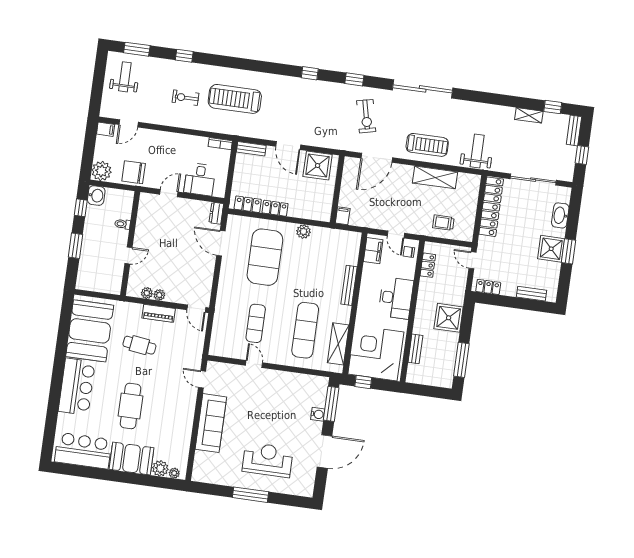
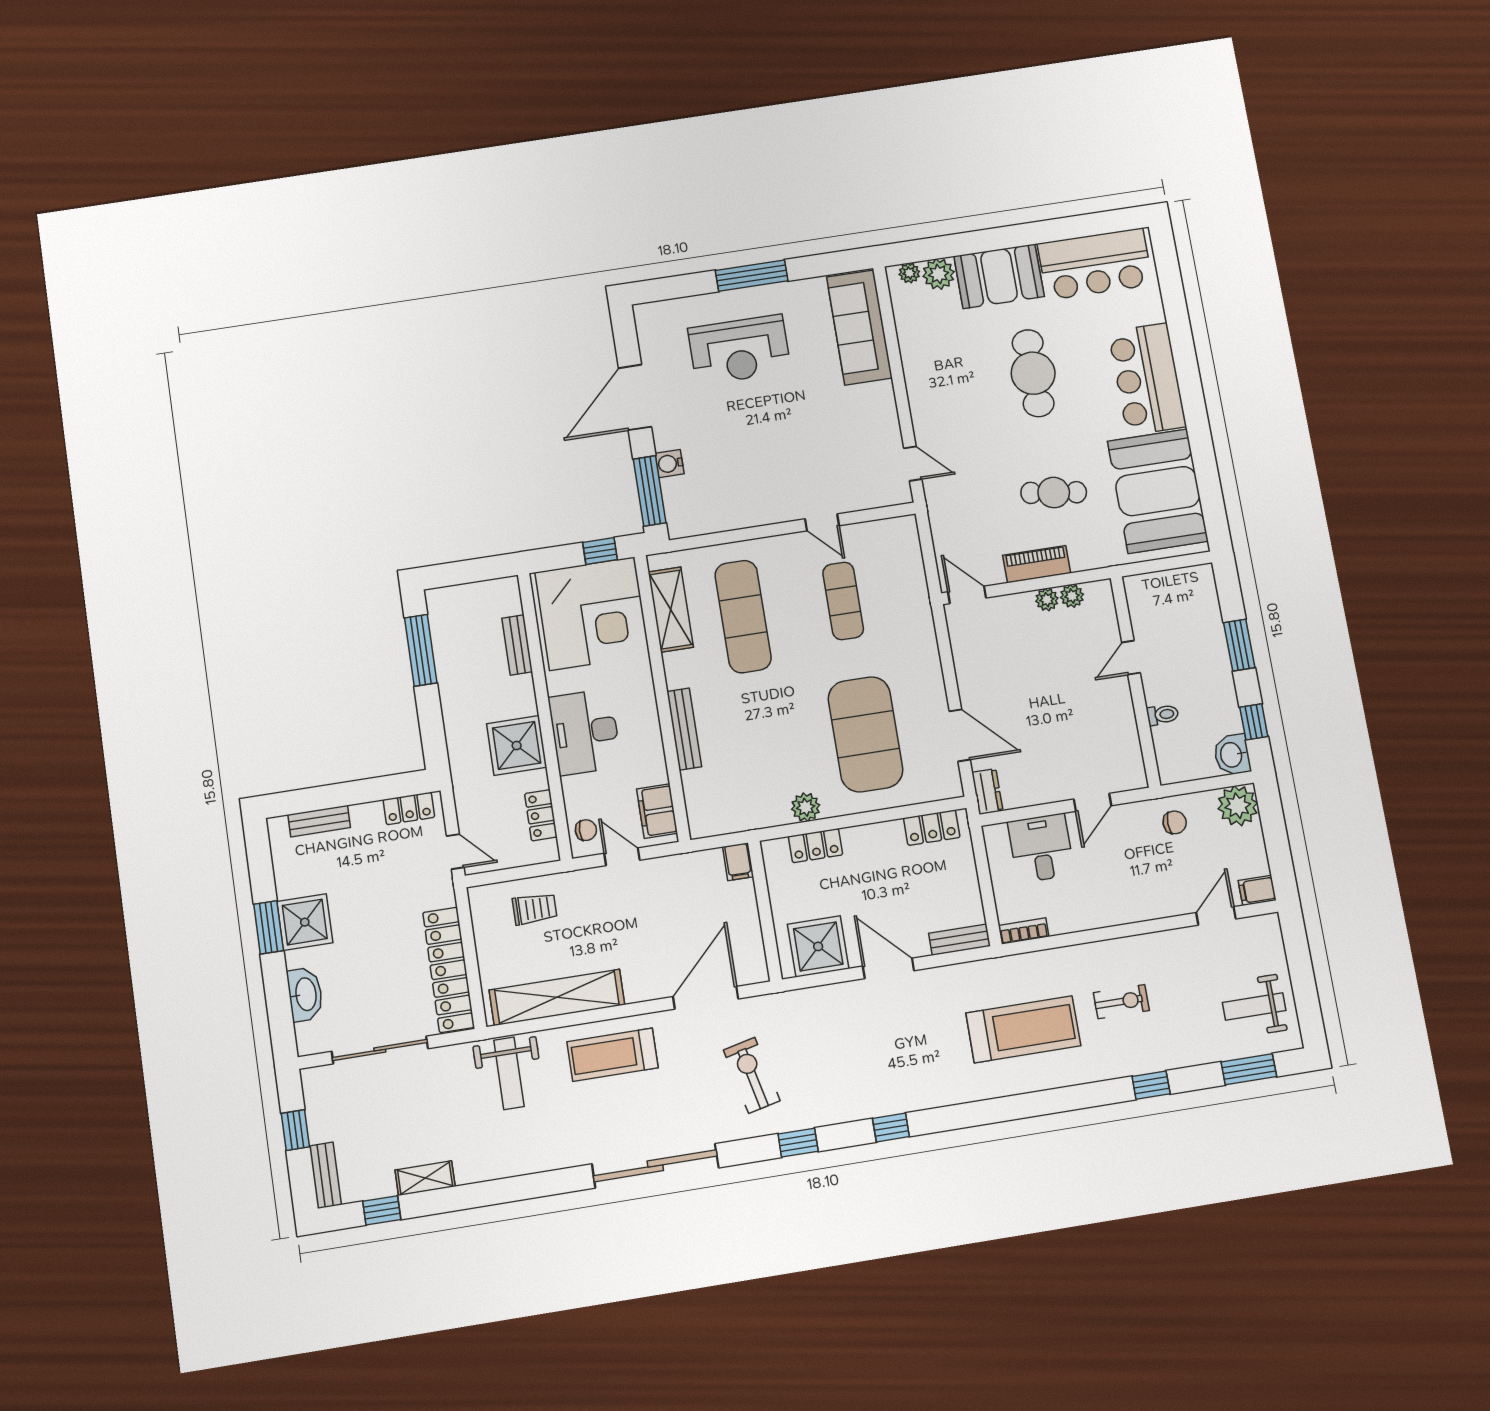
weight bench: (125, 77) -> (1254, 1007), turned 90
chair: (134, 172) -> (1175, 822), width x0.54, depth x0.54
shelving: (435, 177) -> (557, 997), width x1.47
locker: (275, 208) -> (816, 846), moved
shower: (449, 318) -> (517, 746), moved
sofa: (211, 423) -> (859, 327), moved

